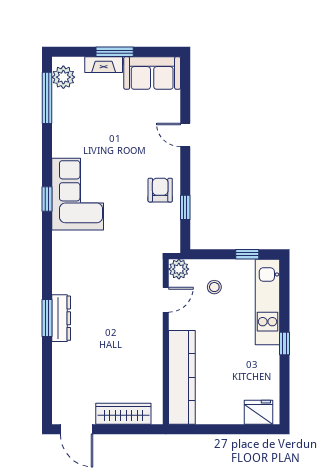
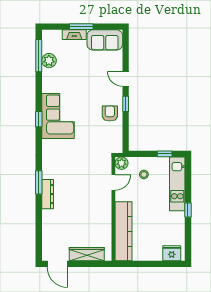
plant: (63, 77) -> (49, 61), moved
window: (185, 207) -> (126, 104), moved
window: (47, 318) -> (39, 182), moved

